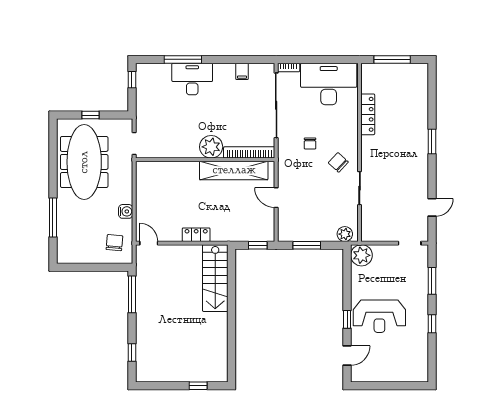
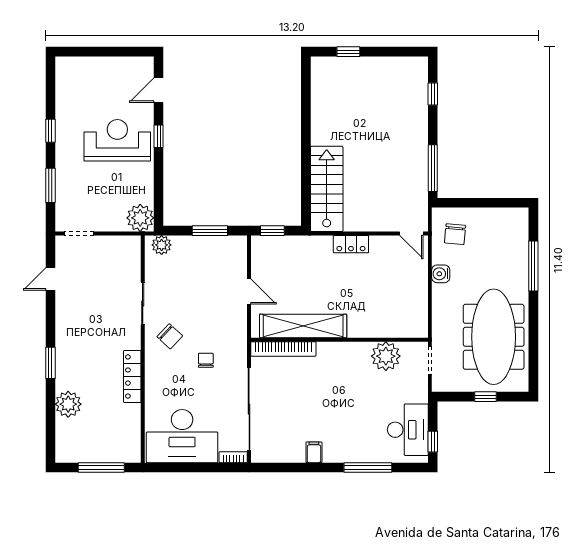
filing cabinet: (242, 71) -> (314, 452), moved
desk: (192, 79) -> (408, 430), moved, turned -90
plant: (418, 109) -> (68, 404), added
locker: (368, 114) -> (132, 377), moved
plant: (211, 147) -> (386, 356), moved

